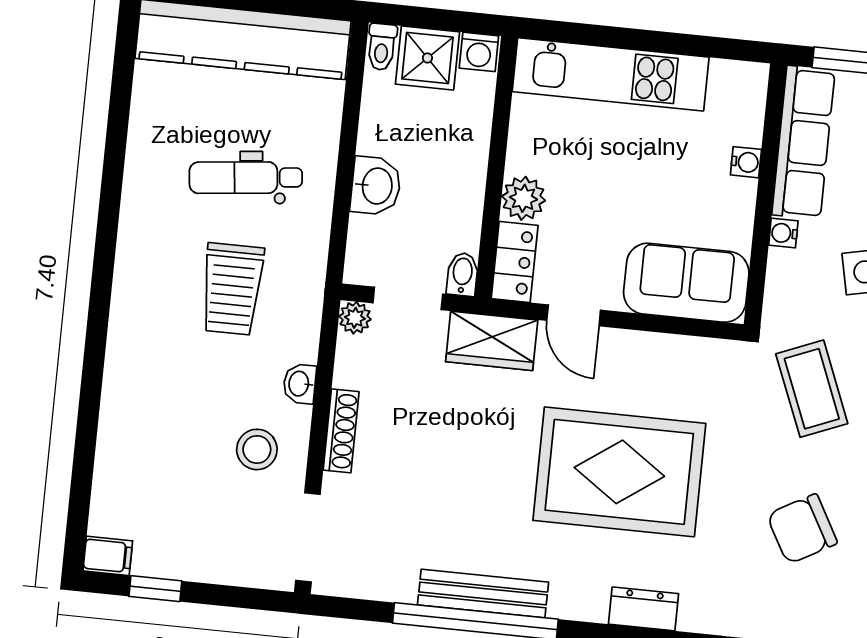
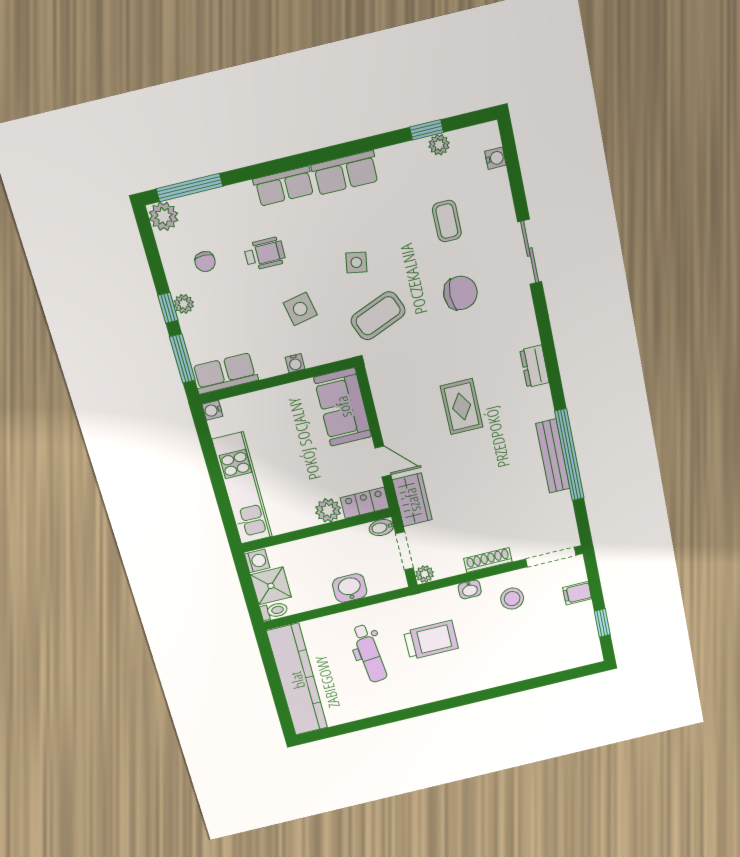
row of seats: (803, 142) -> (225, 373), width x0.68
water cooler: (746, 162) -> (212, 410), moved, turned -90
door: (574, 315) -> (383, 461), hinge flipped
rug: (619, 472) -> (462, 407), width x0.54, depth x0.49
chair: (802, 529) -> (460, 293), turned -61
filing cabinet: (108, 556) -> (577, 593), moved, turned -90

